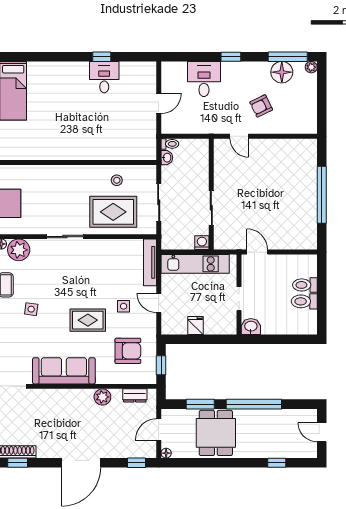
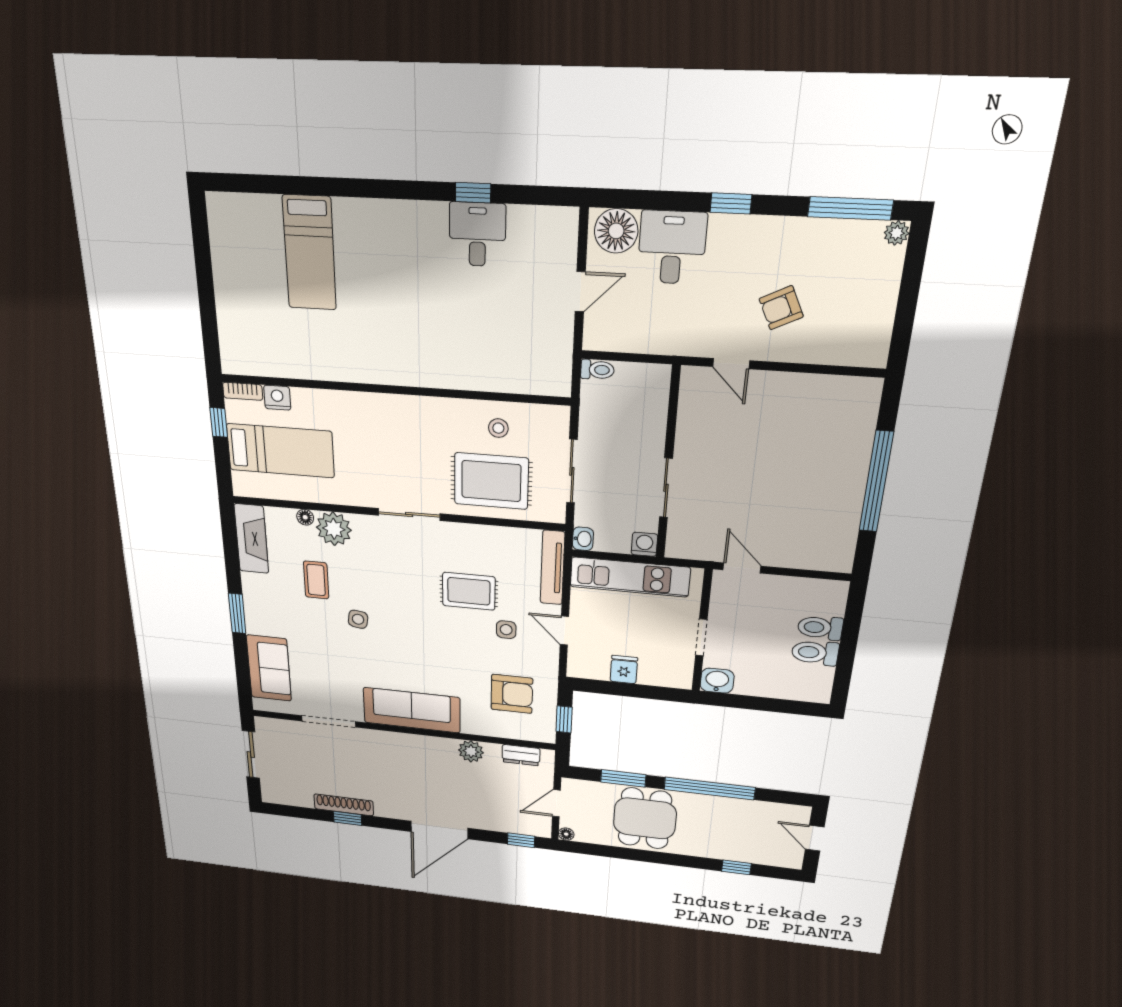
floor lamp: (282, 72) -> (616, 231), moved
washbasin: (167, 158) -> (583, 539), moved
rug: (88, 320) -> (469, 591), moved

